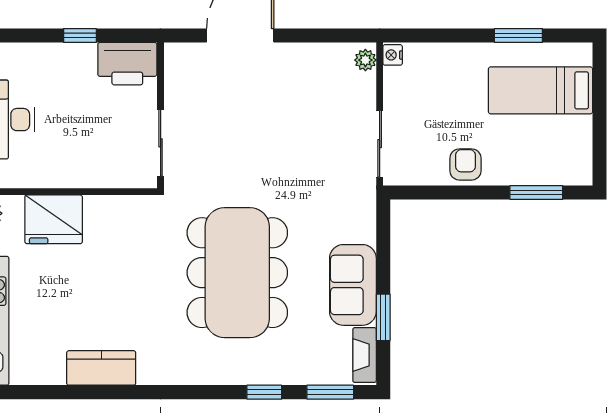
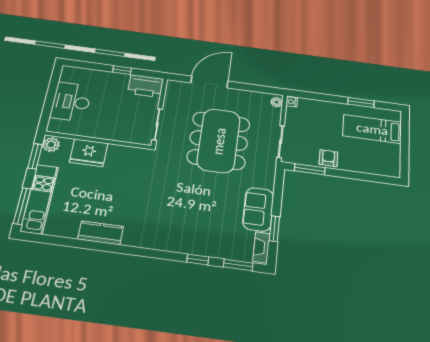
window: (536, 192) -> (310, 169), moved
dining table: (237, 273) -> (219, 141), moved

